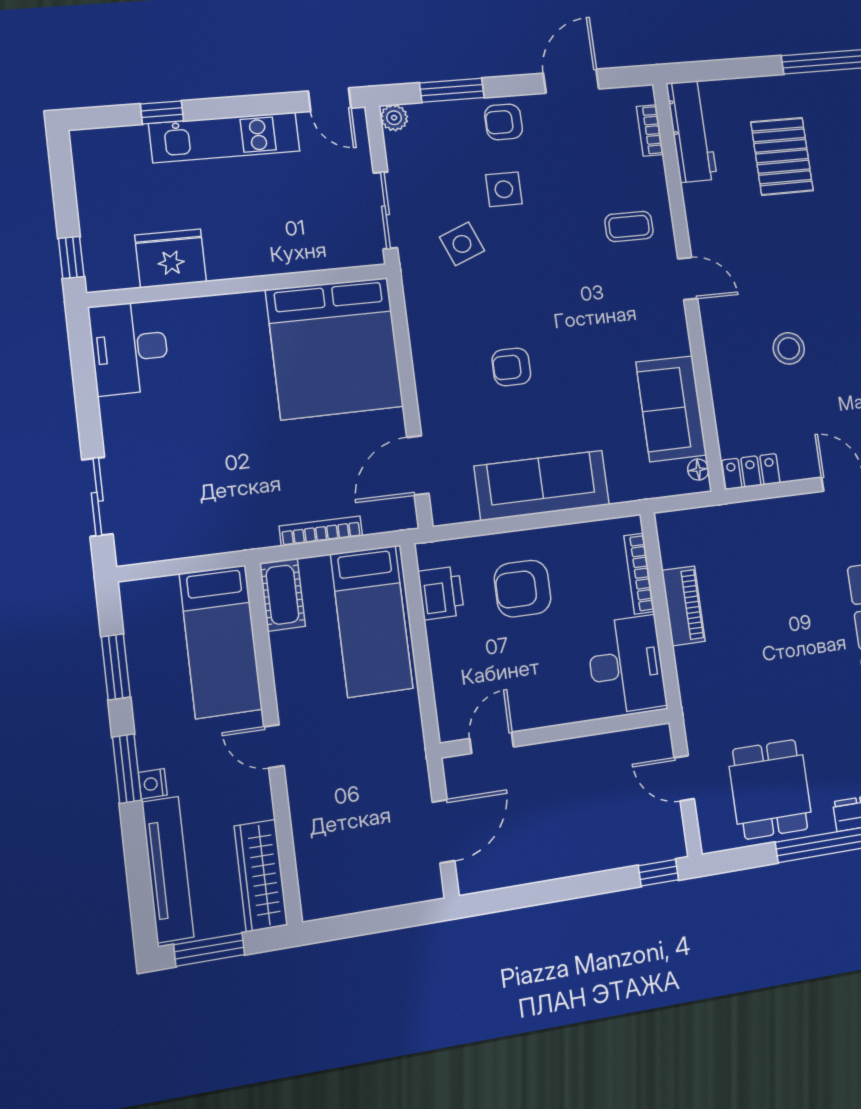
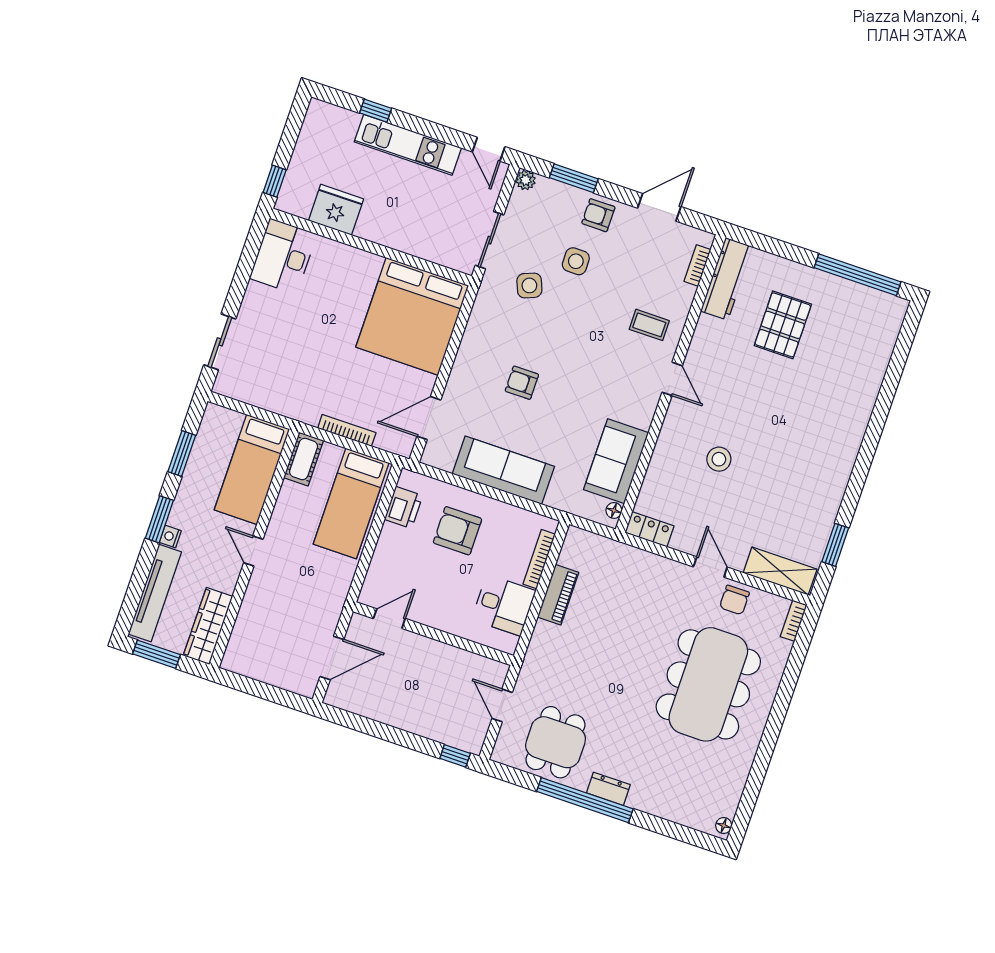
desk: (626, 665) -> (504, 605), width x0.73

